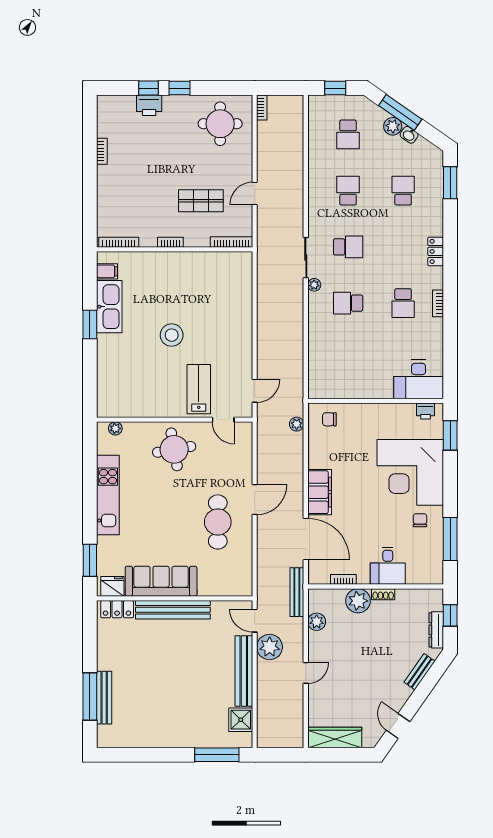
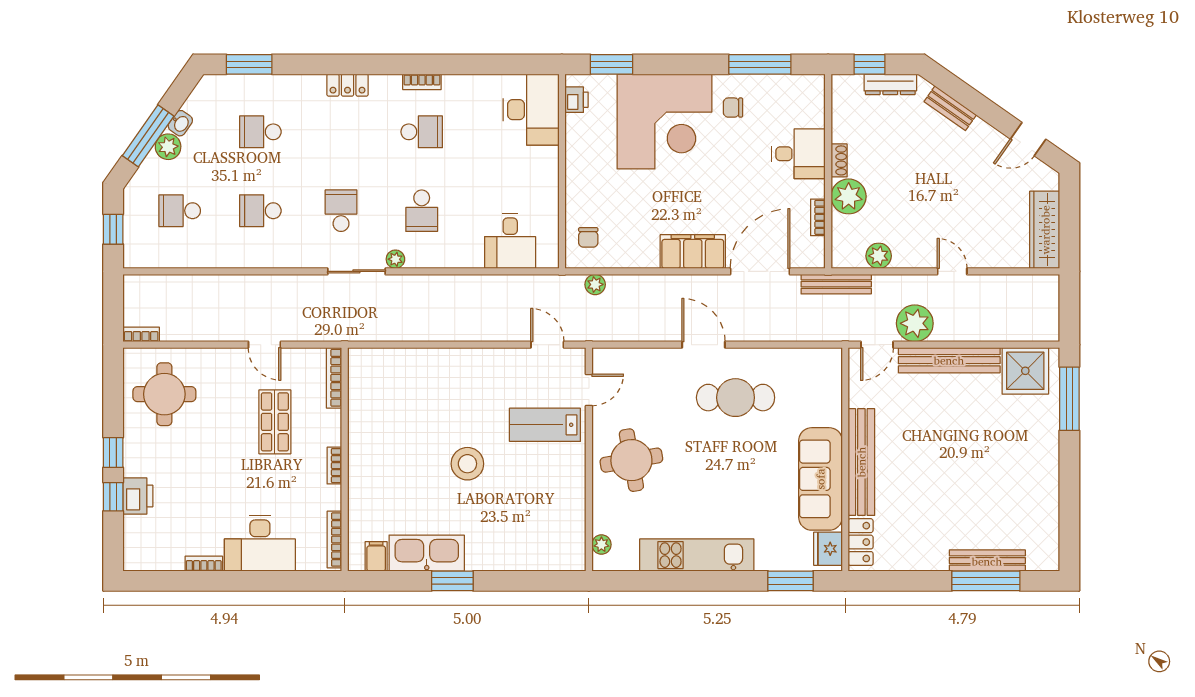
school desk: (348, 134) -> (180, 211), turned 180
desk: (116, 190) -> (260, 543), added
desk: (327, 365) -> (510, 241), added
shower: (241, 720) -> (1025, 371), width x1.36, depth x1.36

